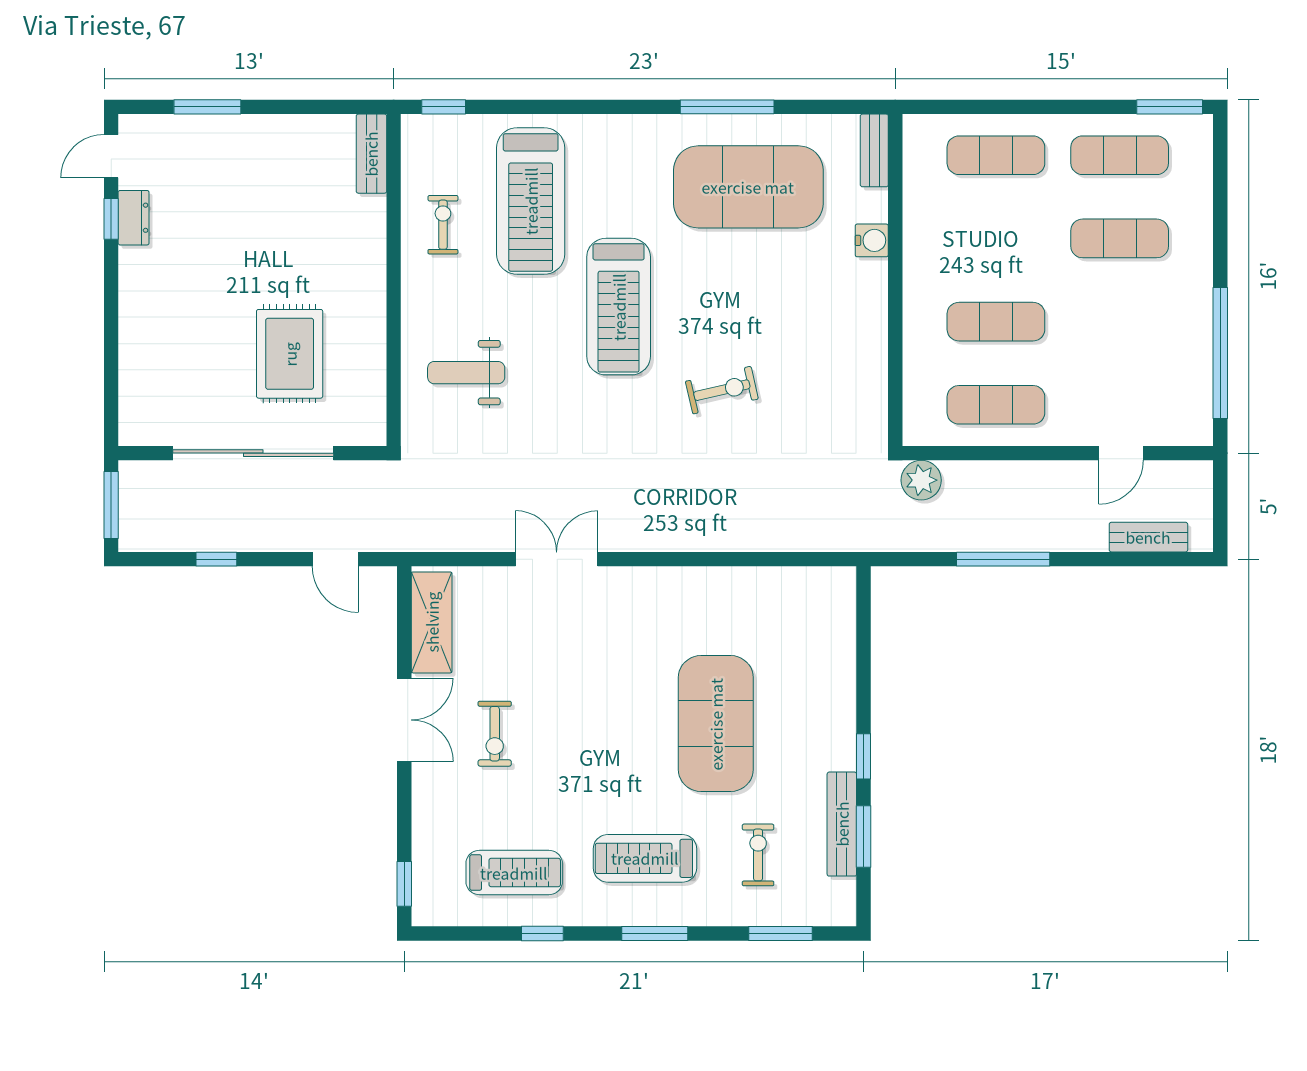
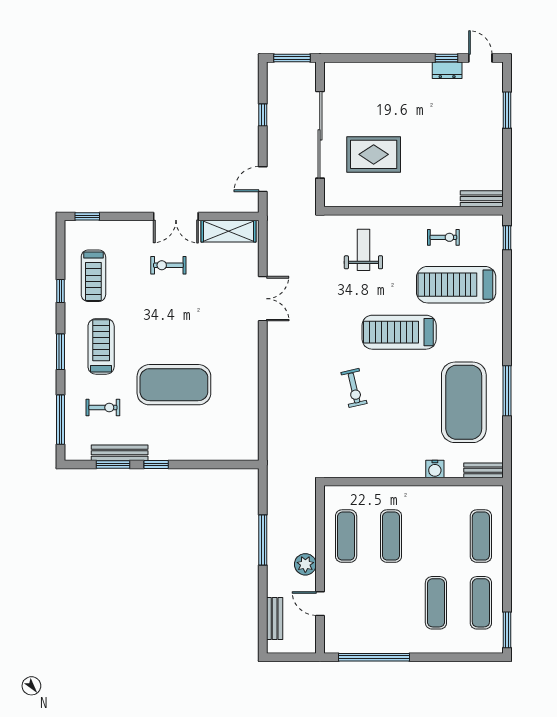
plant: (921, 480) -> (305, 564), moved
window: (781, 934) -> (60, 420), width x1.44

